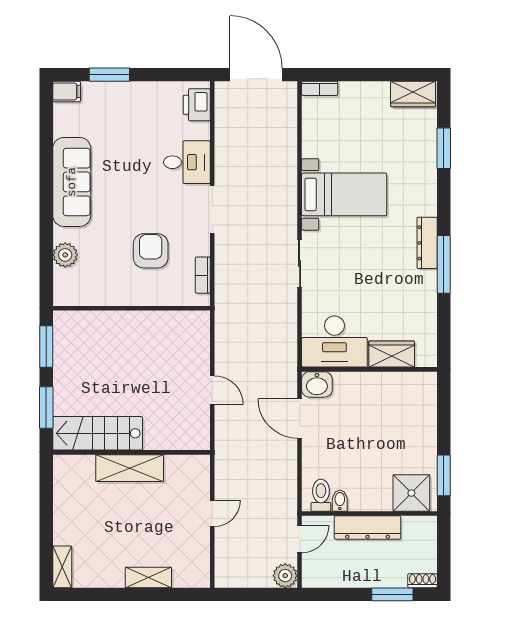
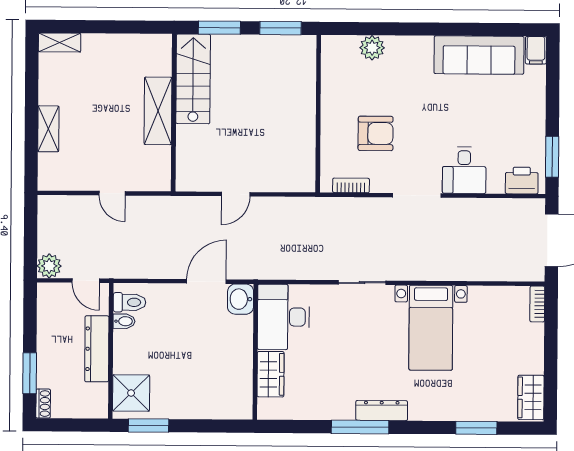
window: (109, 75) -> (552, 157), moved
sofa: (72, 182) -> (479, 55), moved

